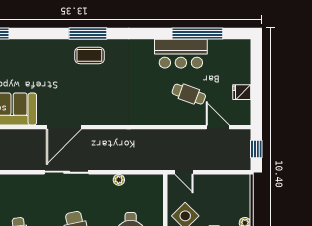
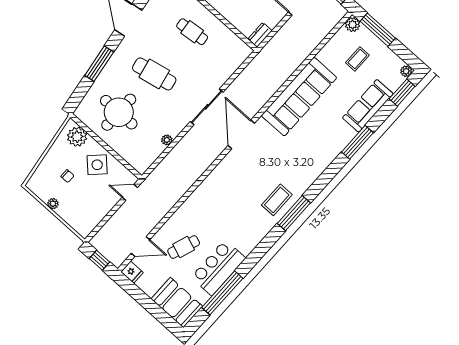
booth: (236, 61) -> (177, 303), added
fridge: (242, 92) -> (132, 272), moved, turned 90

